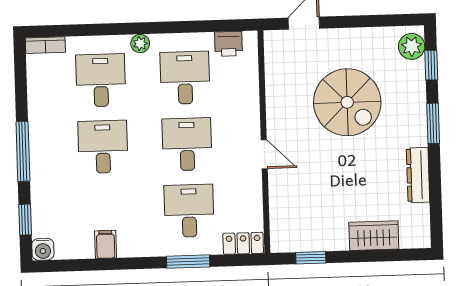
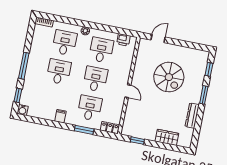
plant: (412, 46) -> (202, 59), removed
filing cabinet: (106, 244) -> (60, 116), moved

